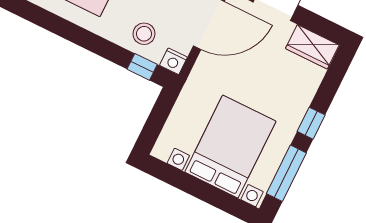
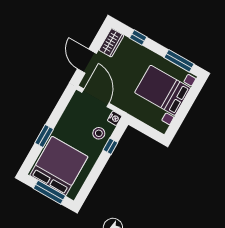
window: (142, 67) -> (110, 146), moved
window: (311, 123) -> (138, 38), moved

